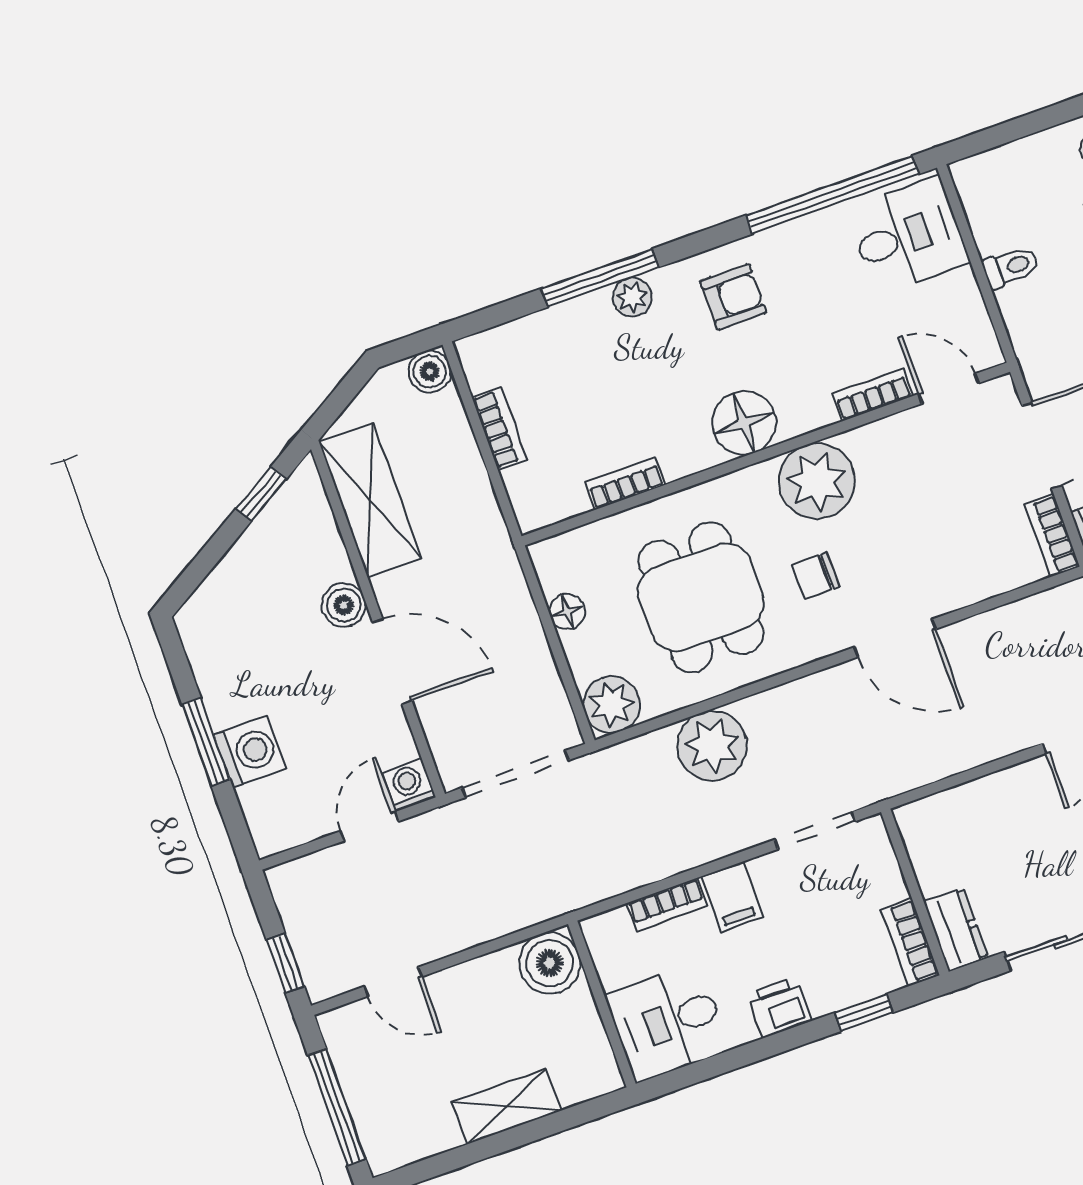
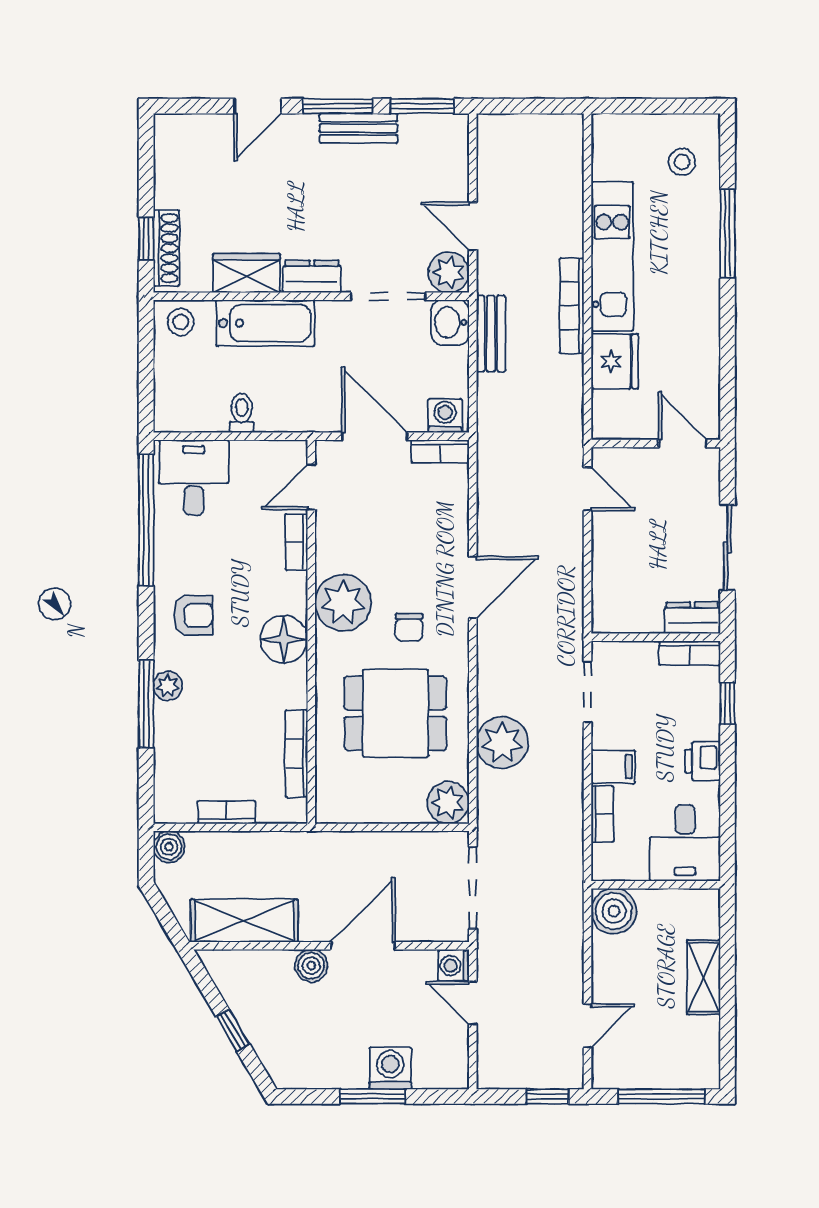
armchair: (733, 297) -> (193, 615), turned 90
bookcase: (625, 483) -> (296, 753), width x1.56
window: (261, 494) -> (233, 1030), moved
floor lamp: (567, 612) -> (372, 811), removed

